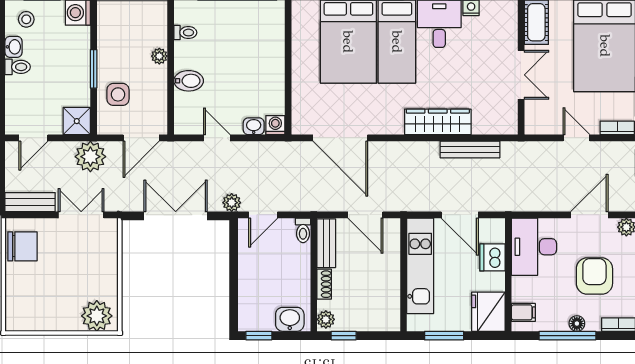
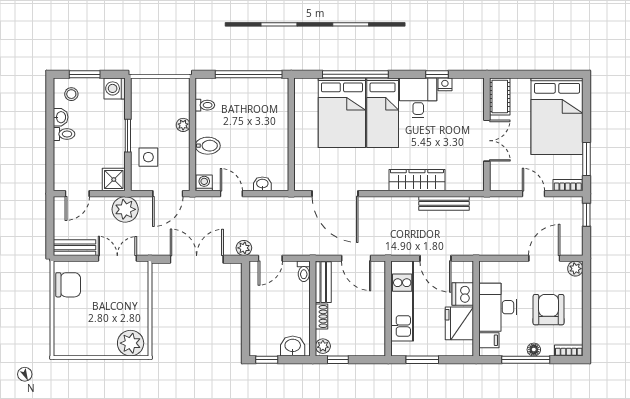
washing machine: (275, 125) -> (204, 183), moved
desk: (534, 247) -> (498, 307), moved
fridge: (488, 312) -> (459, 323), moved

